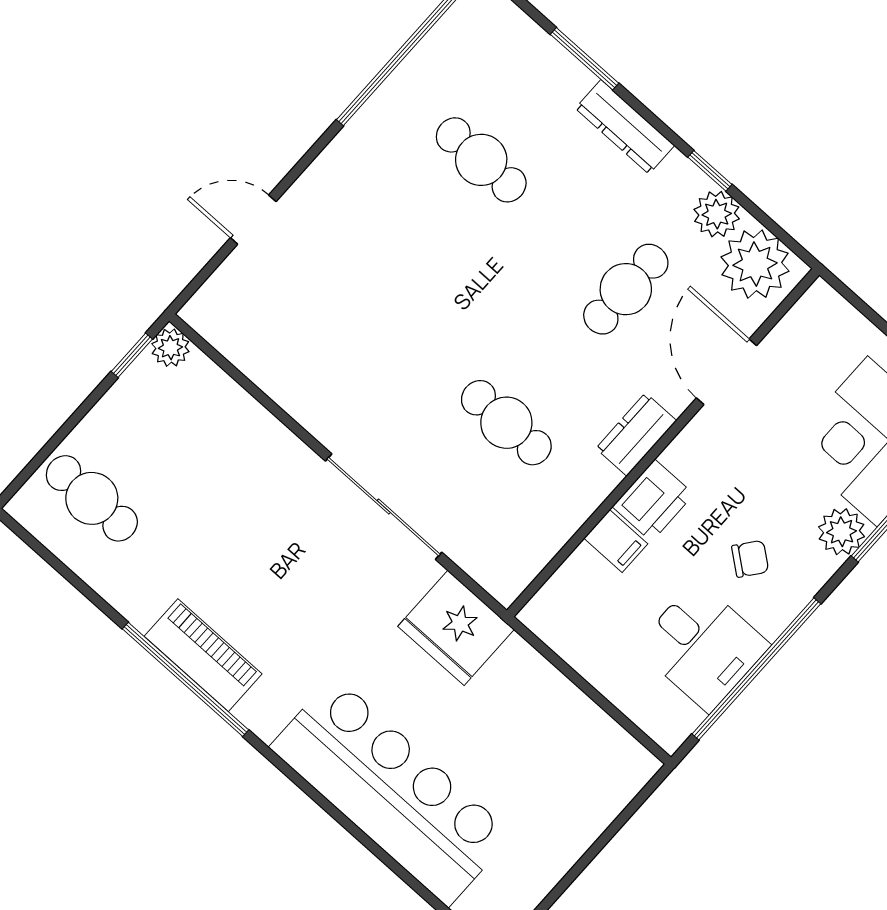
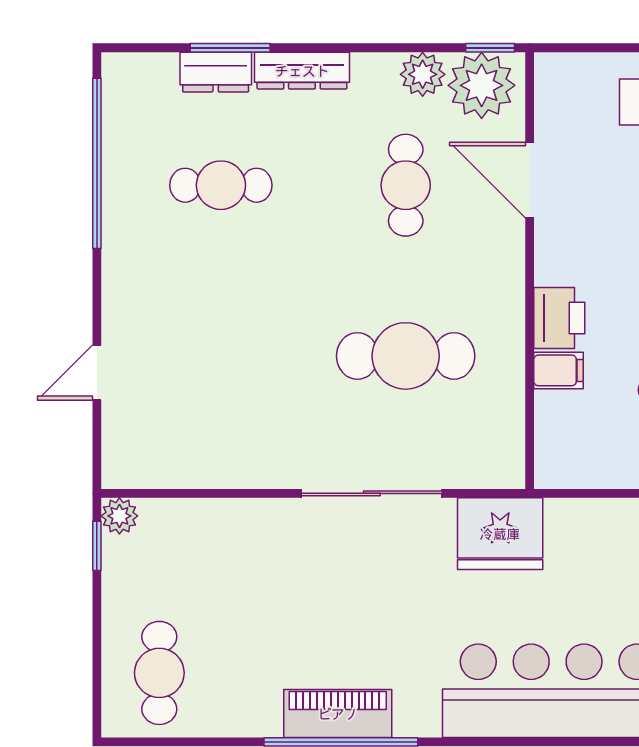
window: (710, 171) -> (490, 48), moved
cafe table: (506, 423) -> (406, 356), width x1.37, depth x1.35
dresser: (636, 434) -> (216, 72), moved, turned -90
cafe table: (92, 498) -> (159, 673), turned 90

